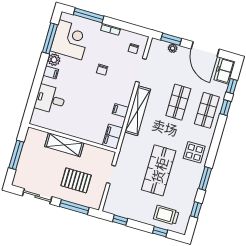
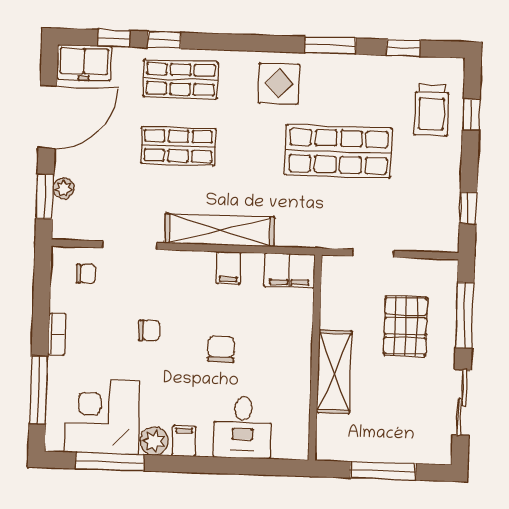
chair: (86, 98) -> (221, 349), added

